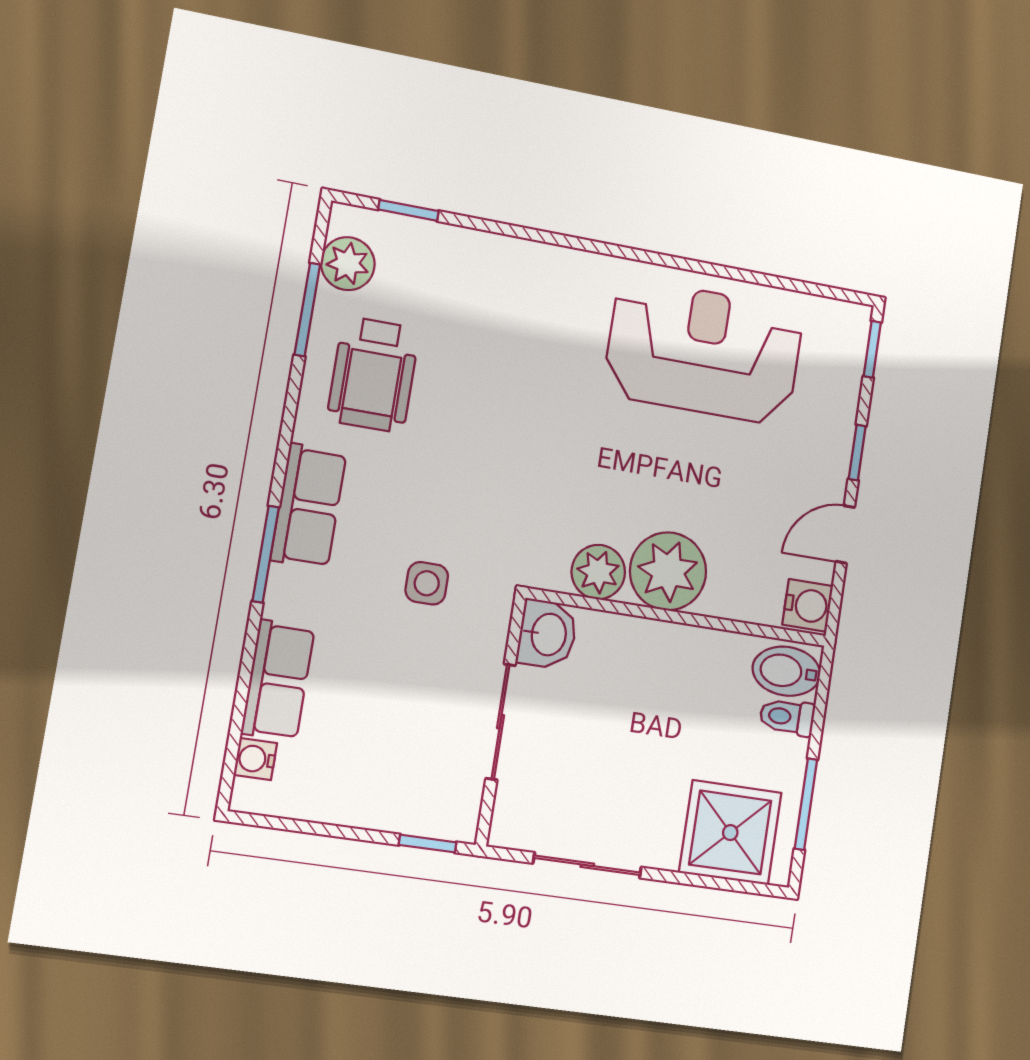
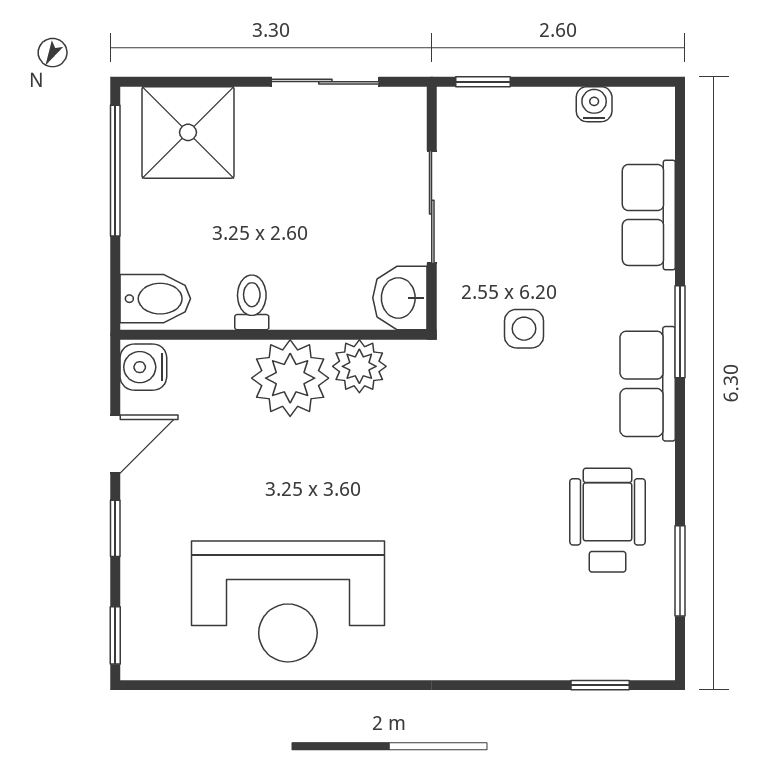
plant: (348, 264) -> (649, 622), removed
toilet: (787, 717) -> (252, 302), moved, turned -90
water cooler: (255, 759) -> (594, 104), moved, turned -90
window: (806, 804) -> (115, 171), width x1.44

